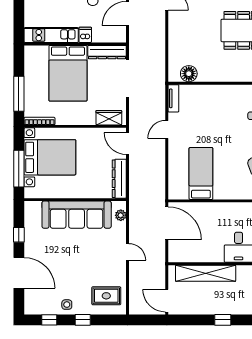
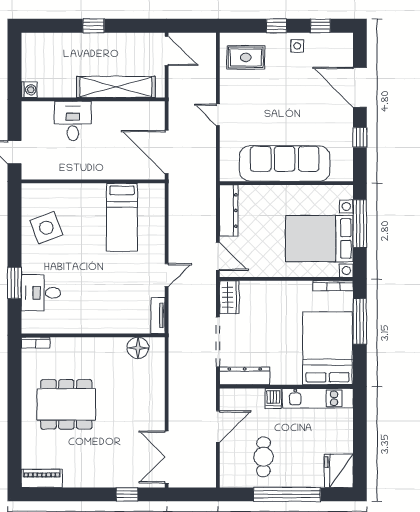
bed: (68, 73) -> (328, 348), moved
wardrobe: (109, 118) -> (229, 297), moved, turned -90
plant: (121, 215) -> (227, 163), removed

